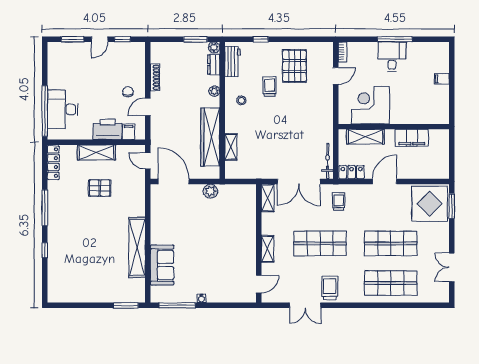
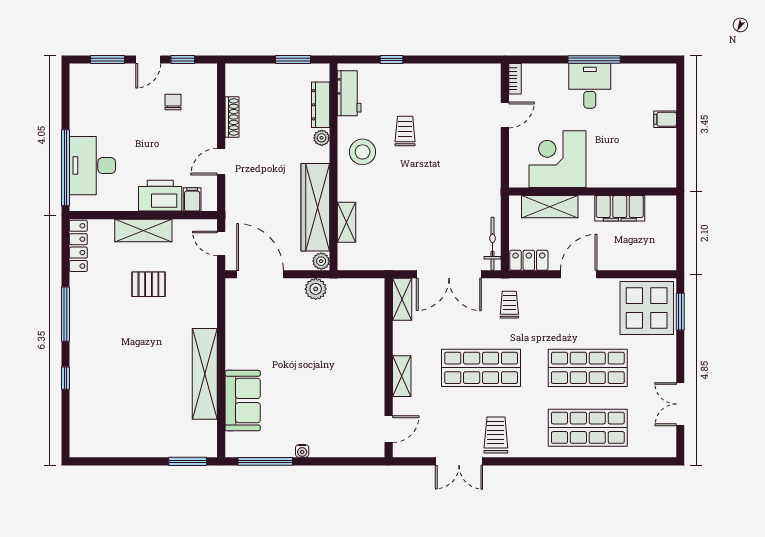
plant: (214, 47) -> (321, 261), moved
dresser: (214, 65) -> (321, 105), width x1.44
pallet: (294, 66) -> (442, 100), removed
chair: (128, 92) -> (173, 102), moved
stool: (241, 100) -> (363, 152), width x1.89, depth x1.89

